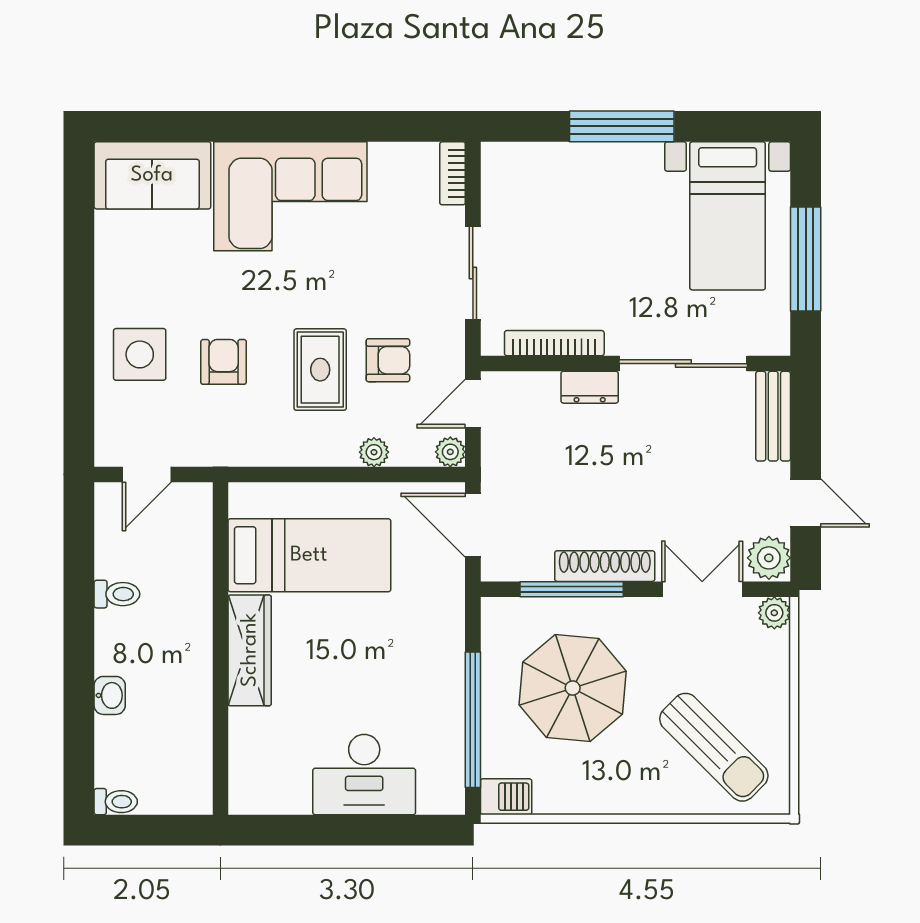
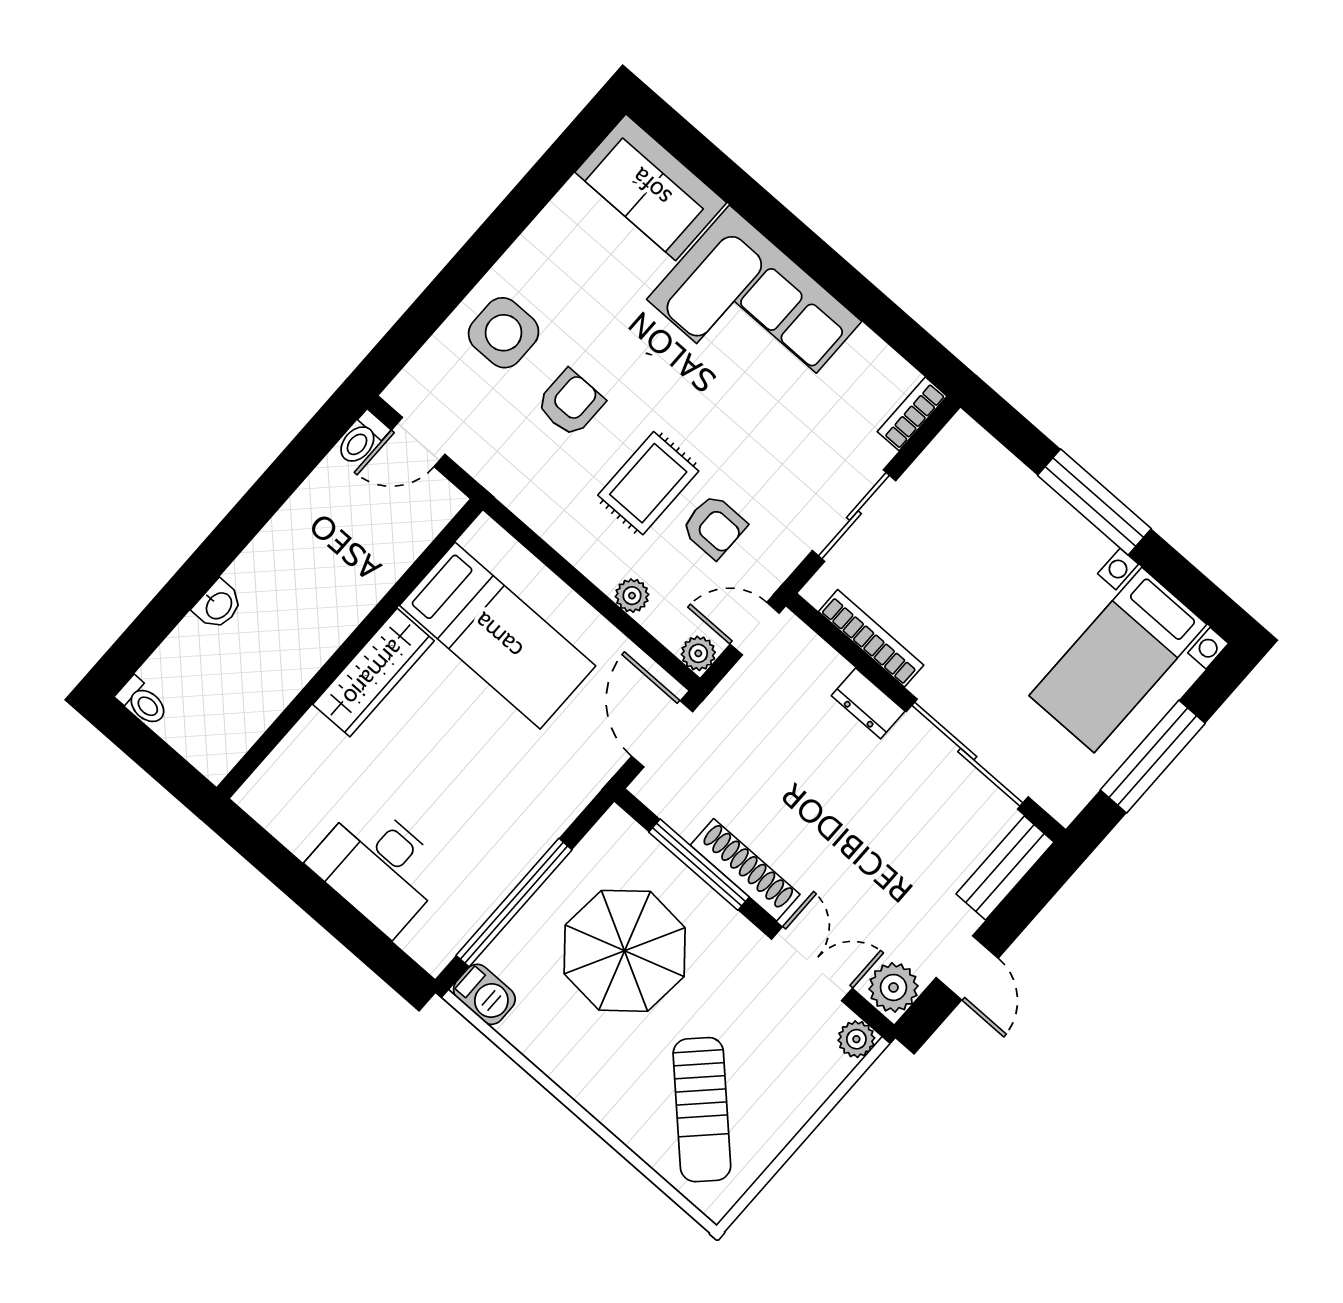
toilet: (117, 594) -> (362, 439), moved, turned 90

